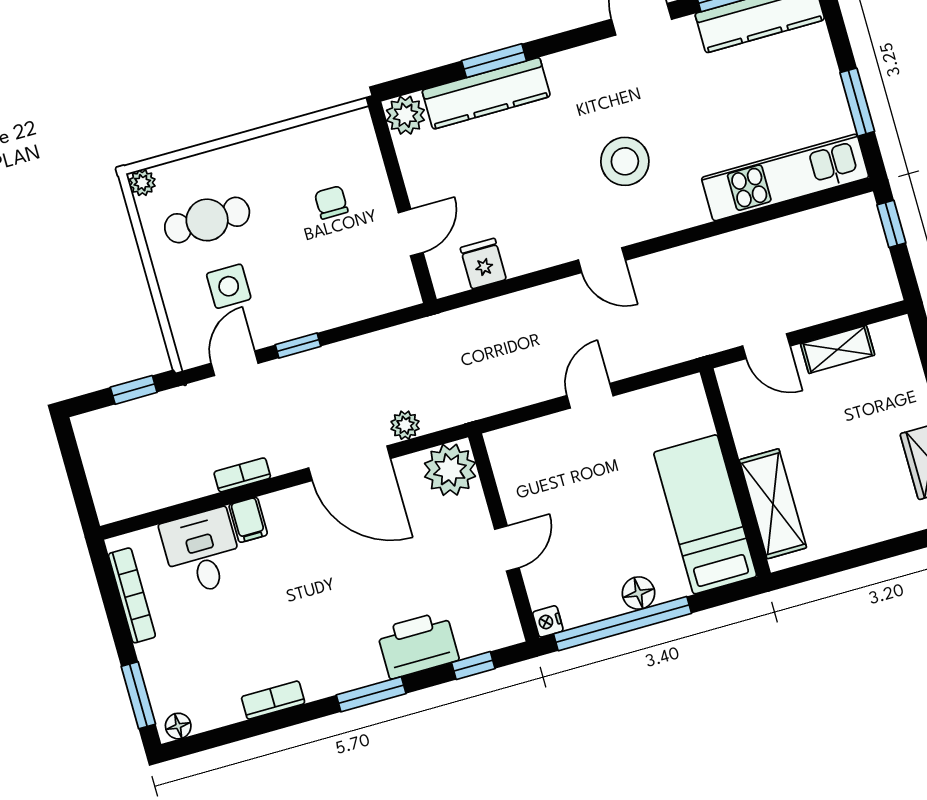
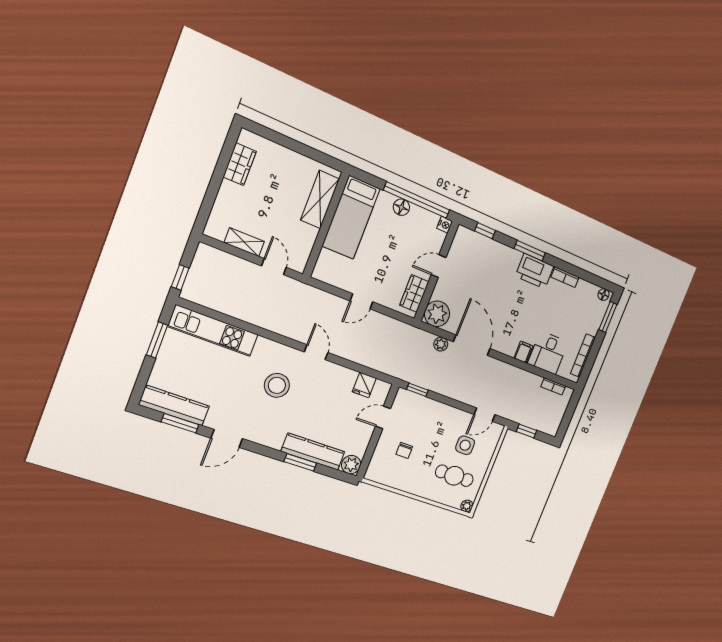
window: (298, 345) -> (417, 390), moved
wardrobe: (513, 474) -> (414, 294), added
bookcase: (242, 475) -> (553, 386), moved
printer: (418, 645) -> (535, 271), moved

